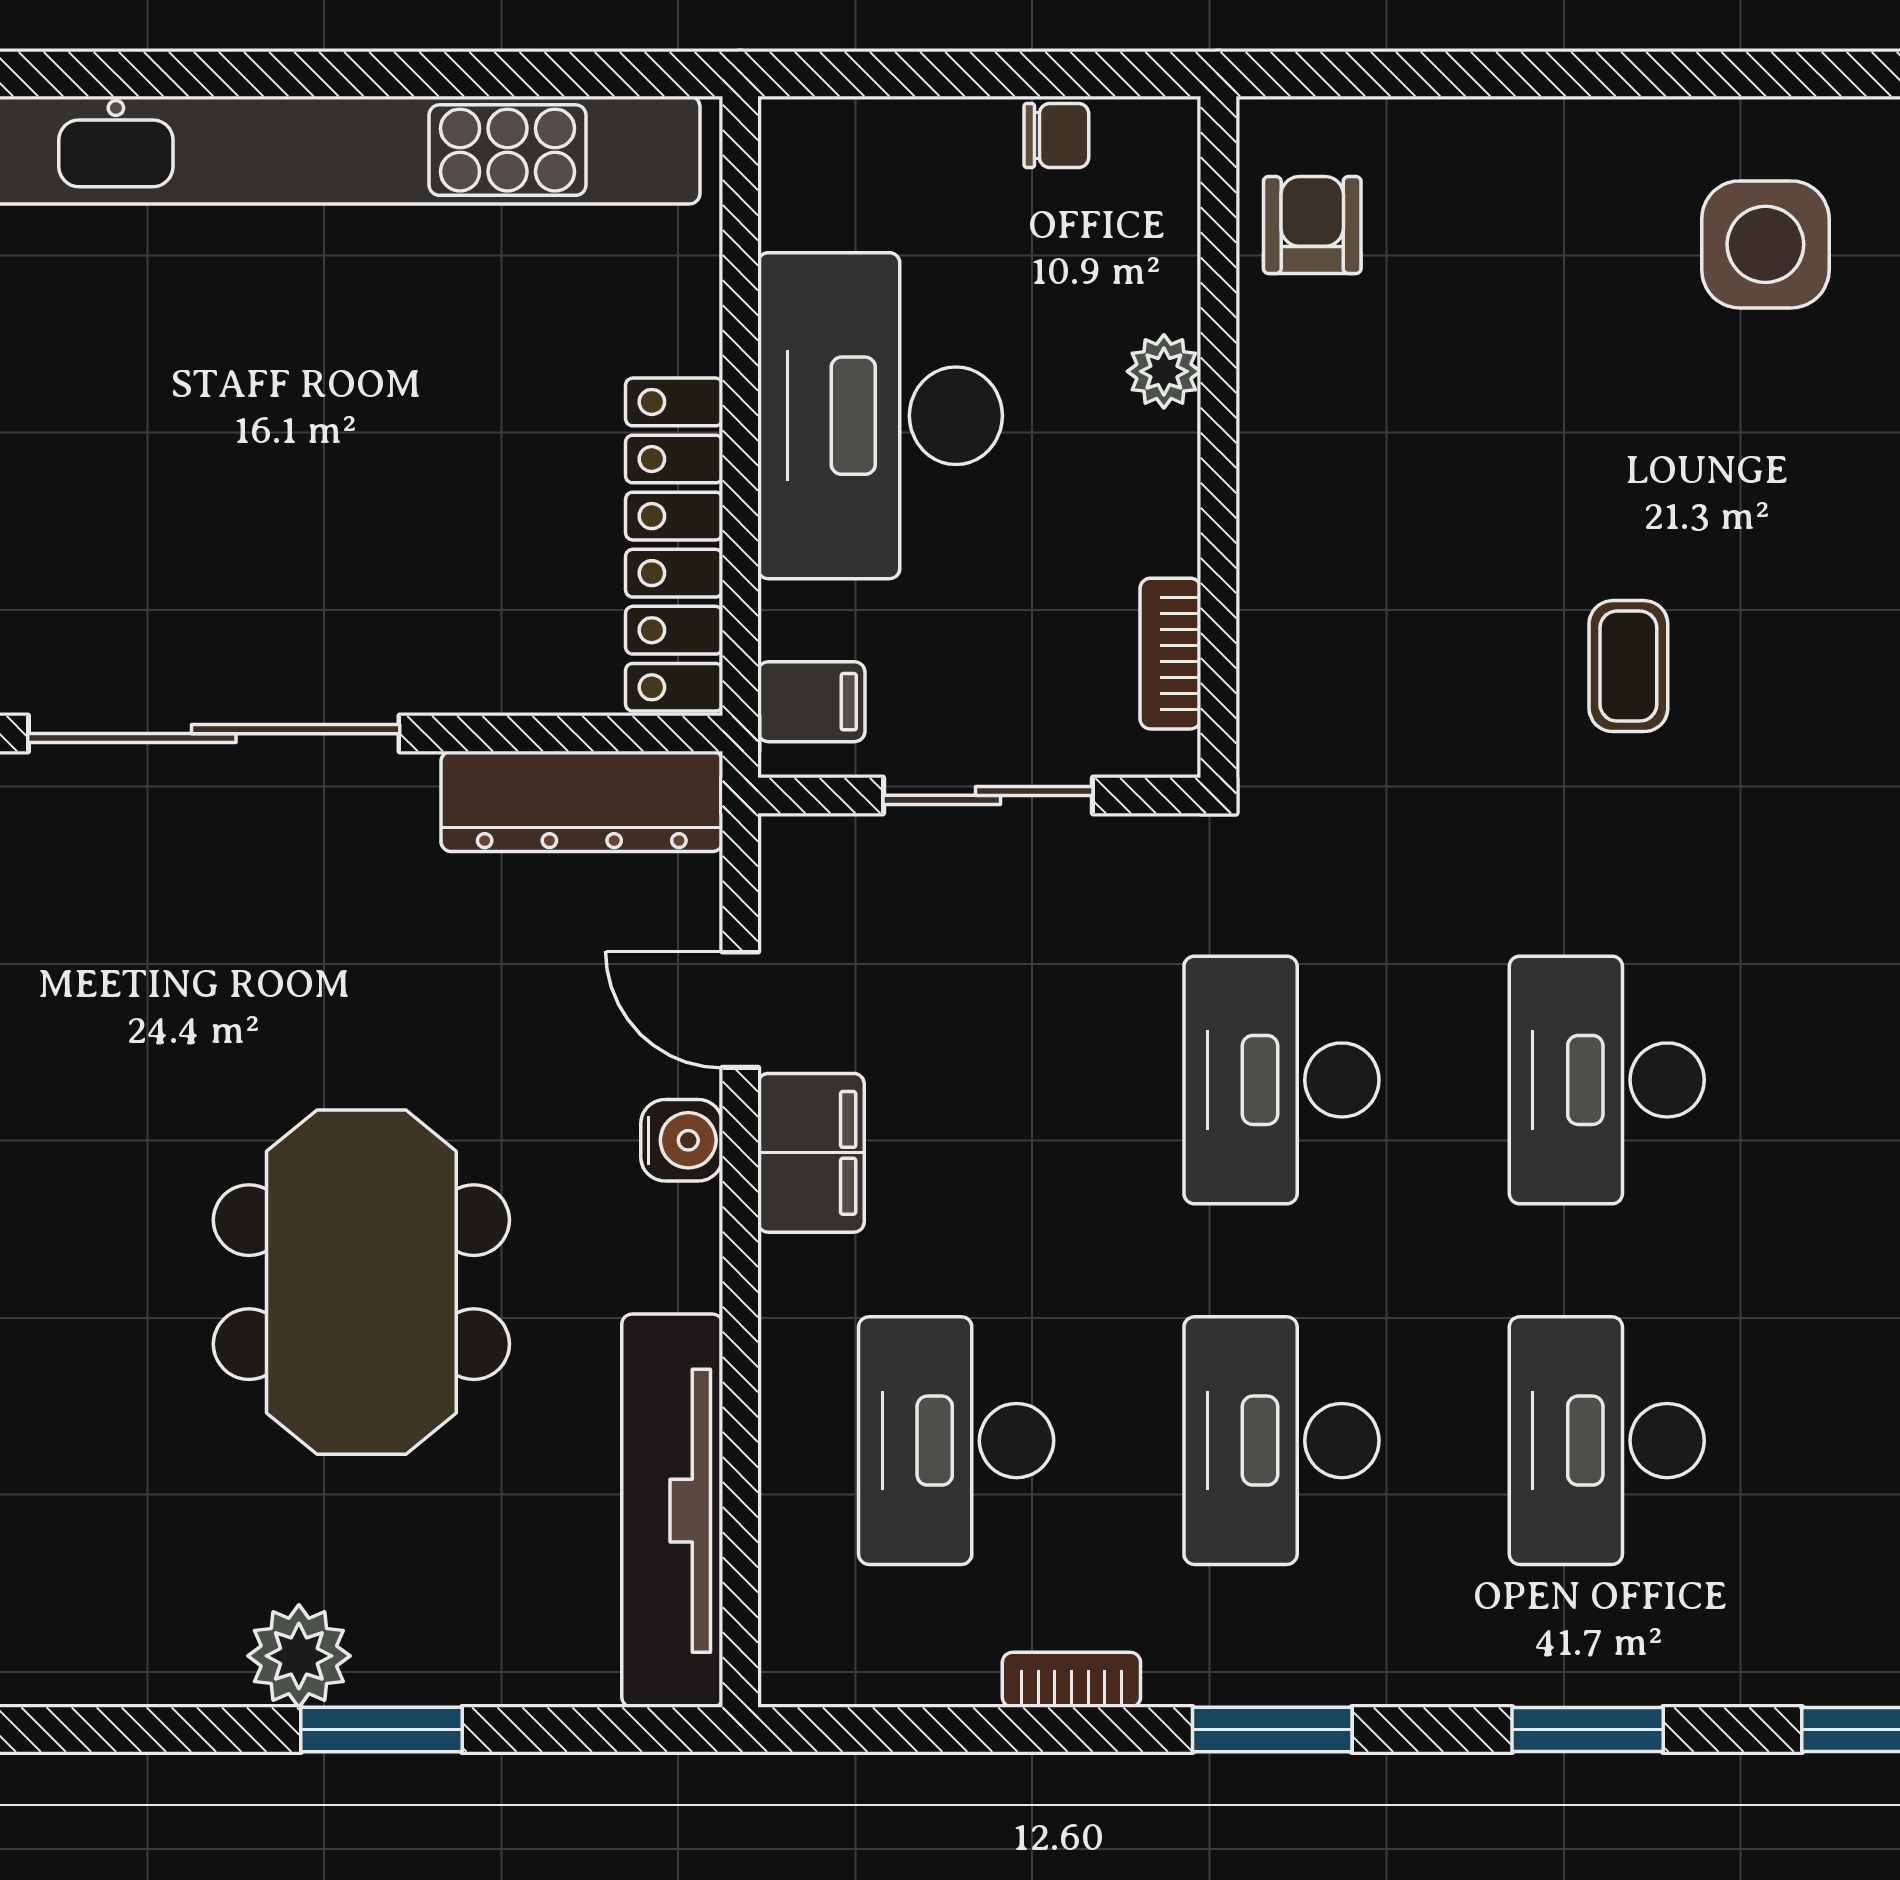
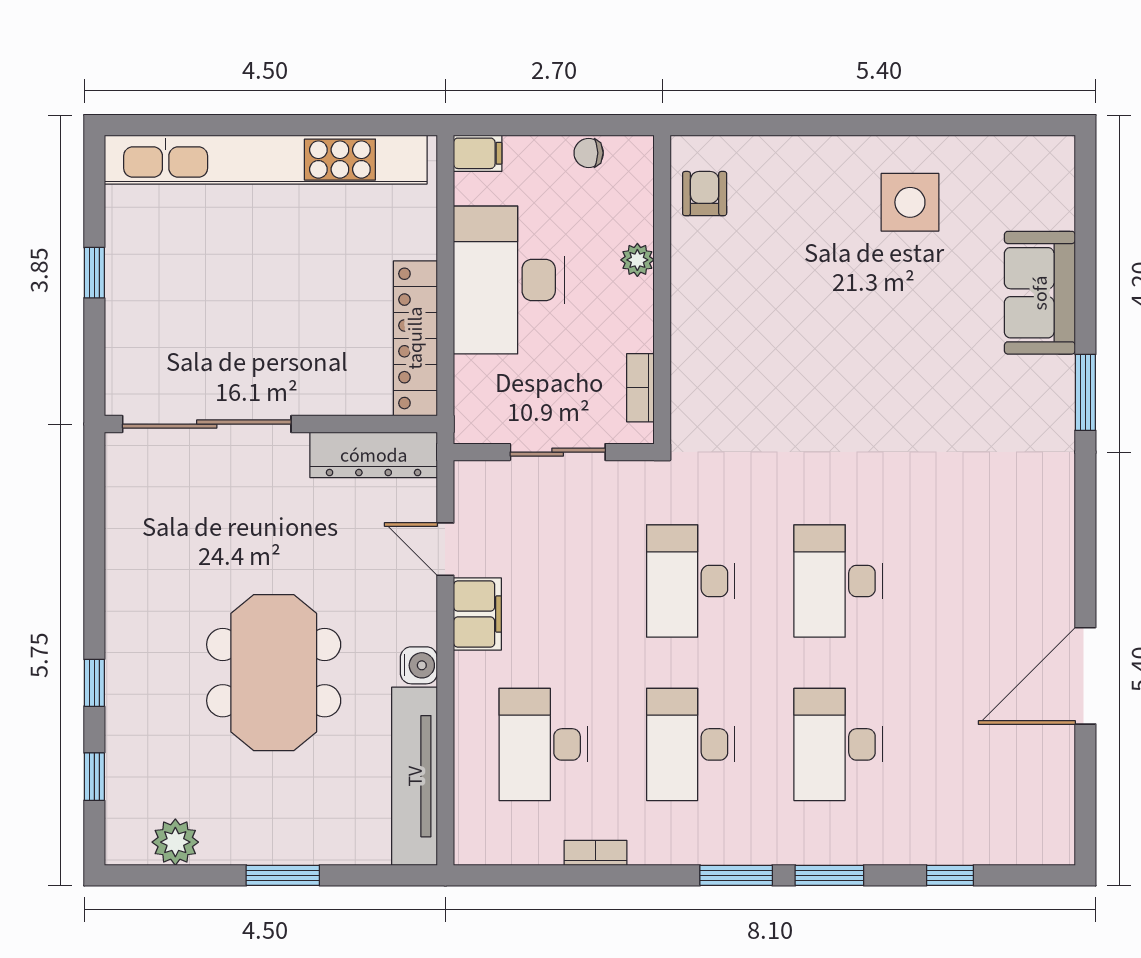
chair: (1056, 136) -> (589, 153), turned 180
coffee table: (1628, 666) -> (848, 393), removed
filing cabinet: (811, 702) -> (478, 153), moved
water cooler: (682, 1140) -> (419, 665), moved
plant: (299, 1656) -> (175, 842), moved
window: (1272, 1729) -> (736, 875), moved

